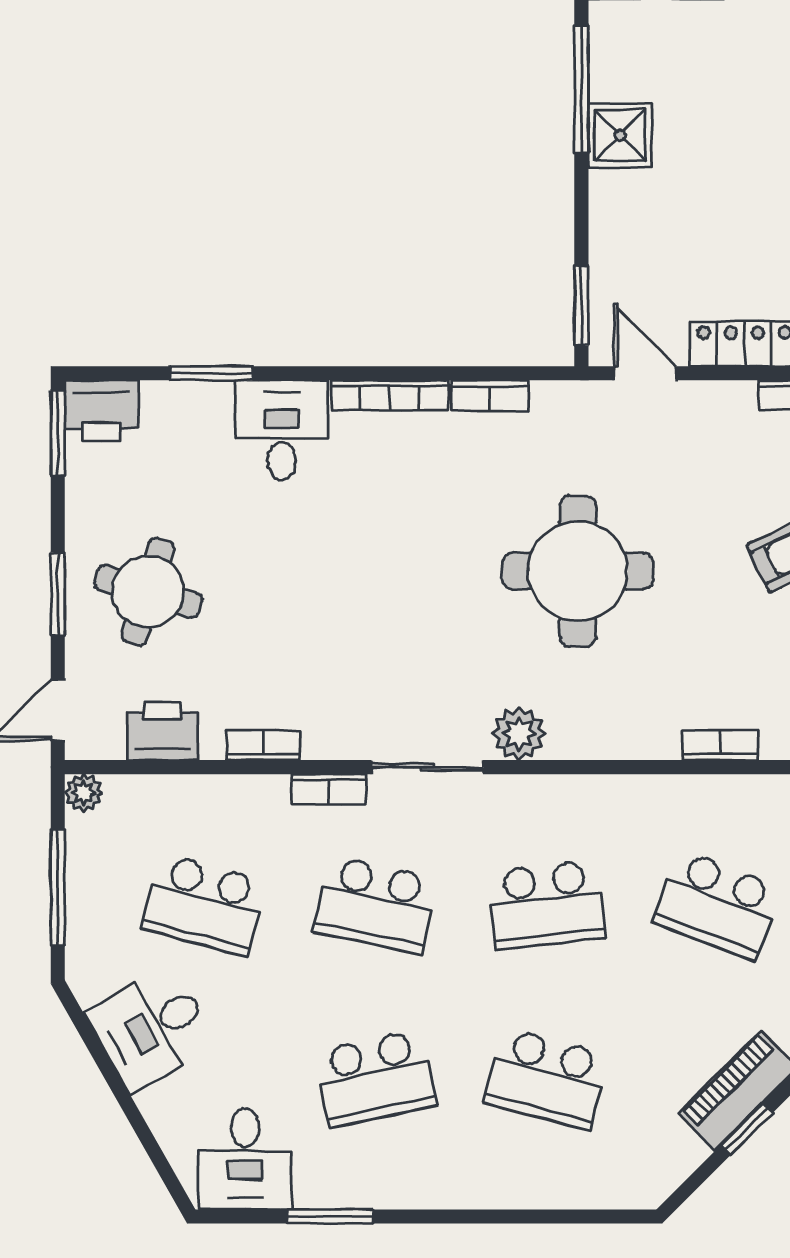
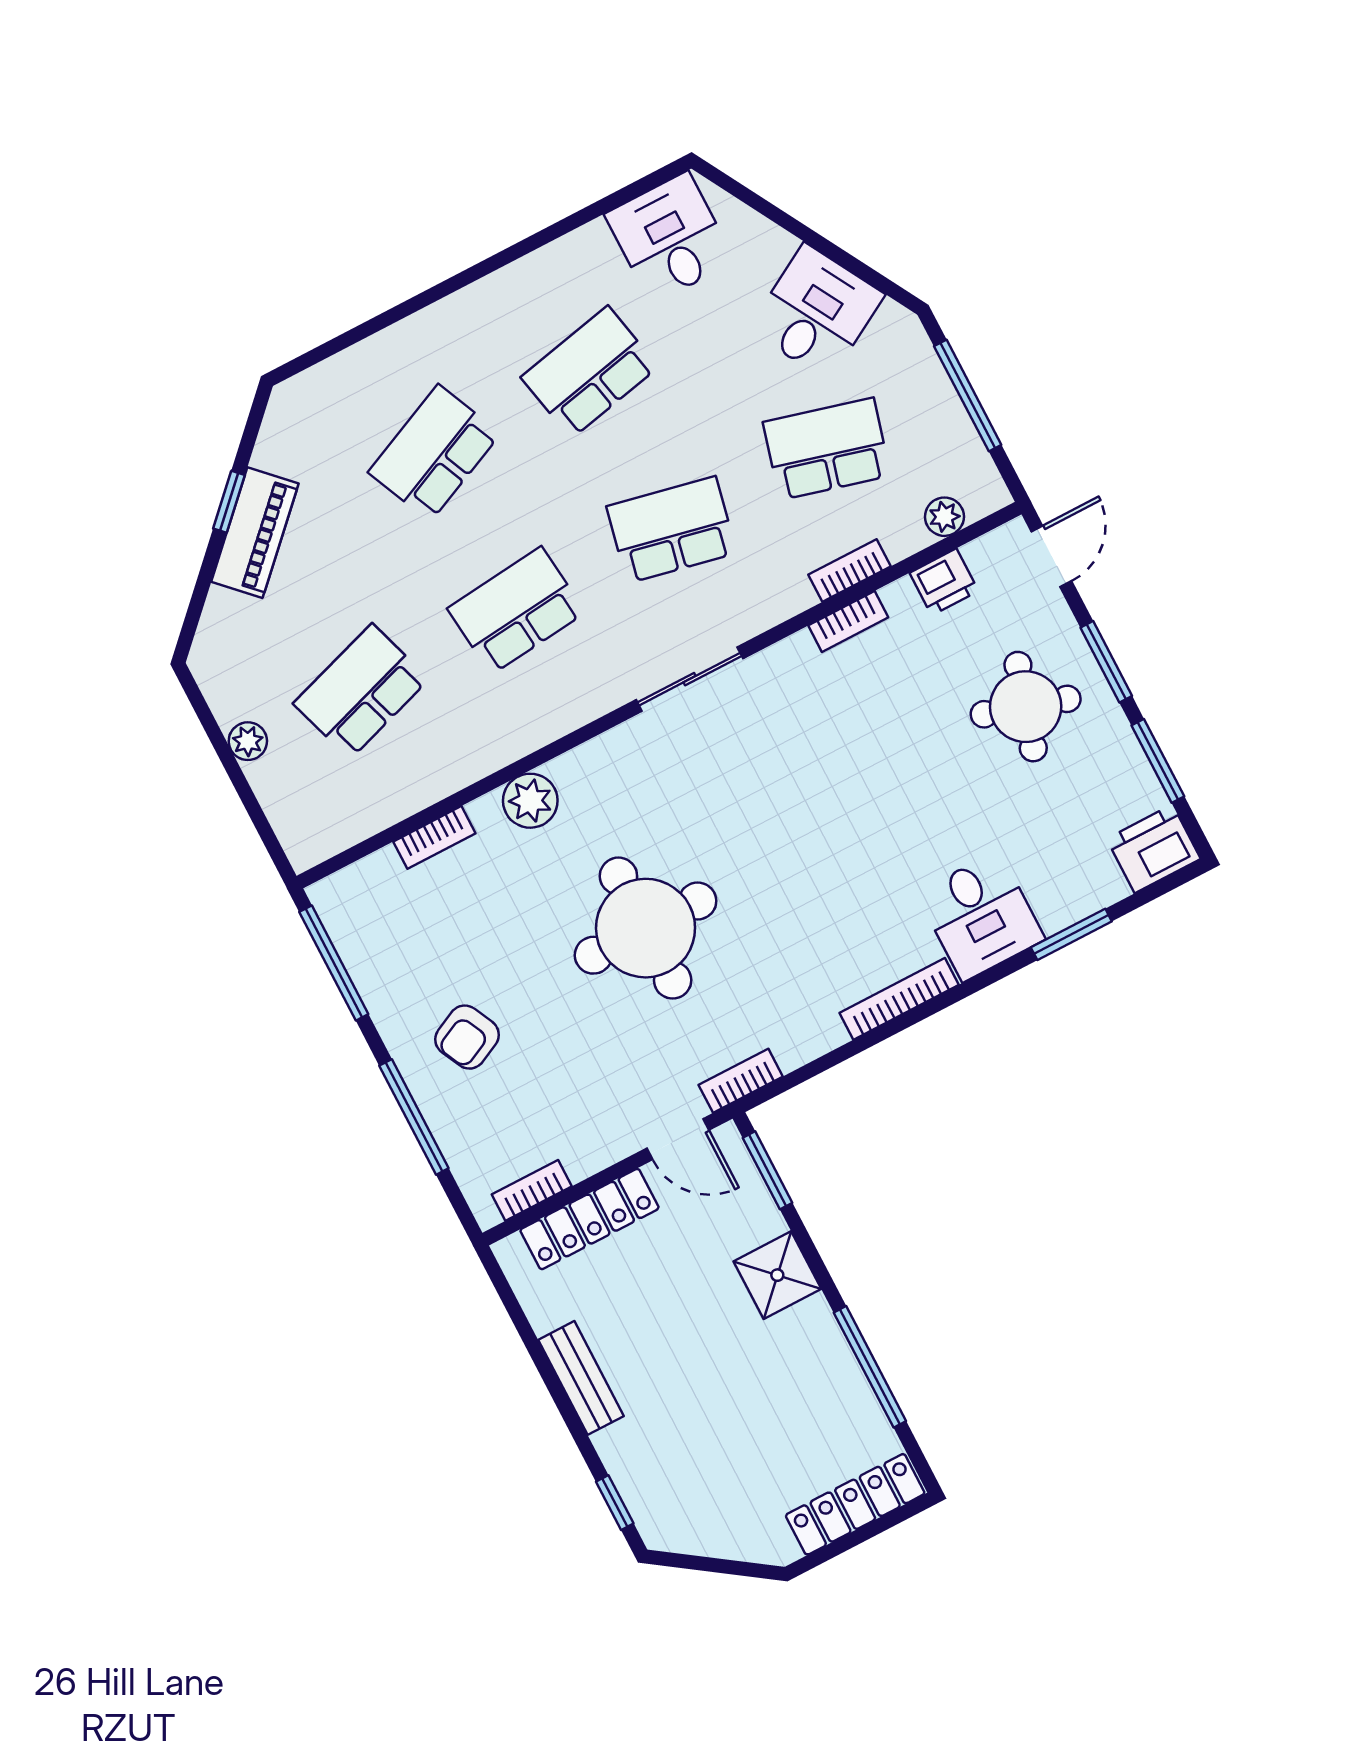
shower: (620, 135) -> (777, 1275), moved
bookcase: (490, 396) -> (741, 1081), moved
window: (58, 433) -> (1158, 761), moved
printer: (162, 731) -> (944, 582), width x0.73, depth x0.81
plant: (519, 734) -> (530, 801), moved
bookcase: (329, 789) -> (849, 571), moved
plant: (84, 793) -> (944, 517), moved
school desk: (718, 905) -> (361, 691), turned -39
school desk: (546, 1079) -> (434, 453), turned -39
window: (330, 1216) -> (565, 226), removed

